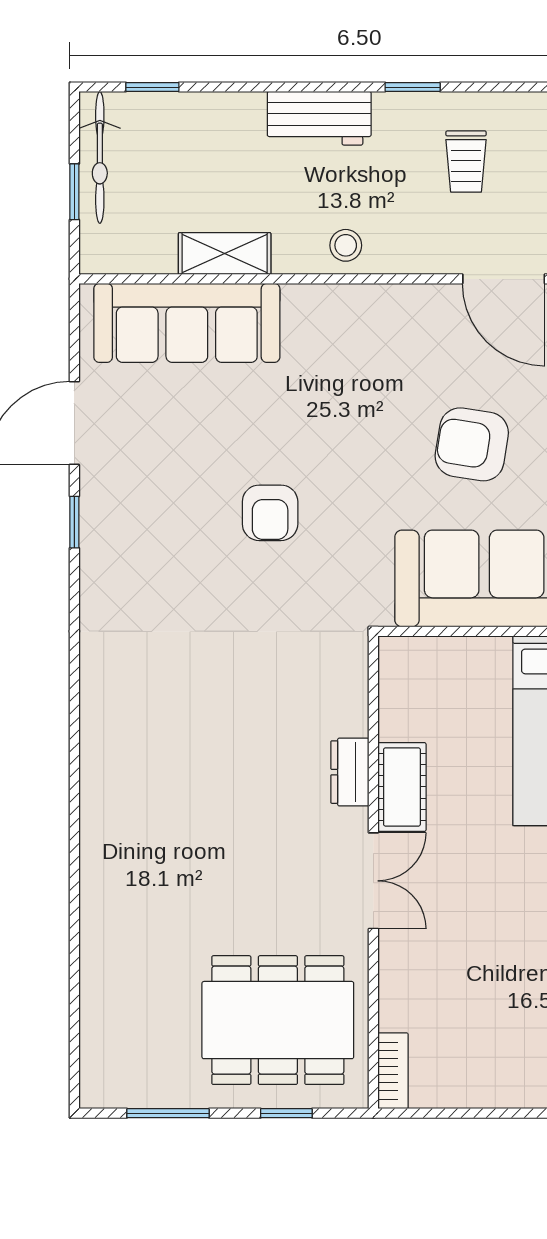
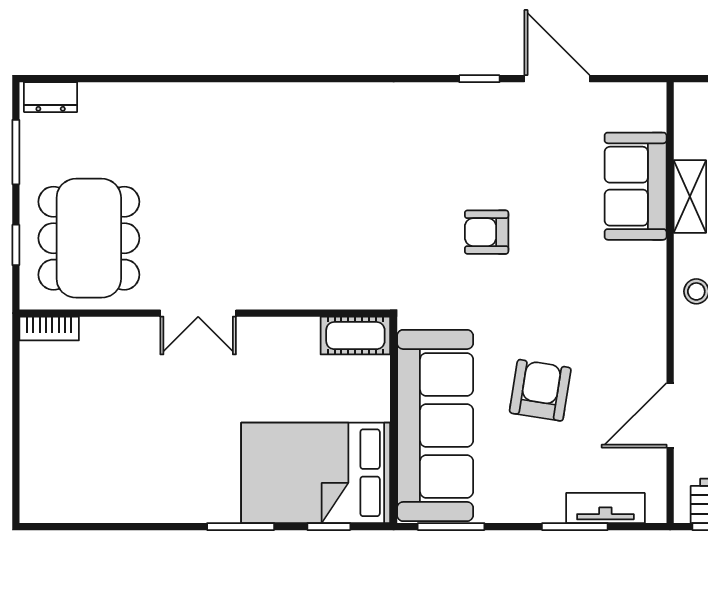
sofa: (187, 323) -> (636, 186), width x0.73
dresser: (350, 772) -> (51, 97), moved, turned 180
cot: (402, 787) -> (355, 336), moved

